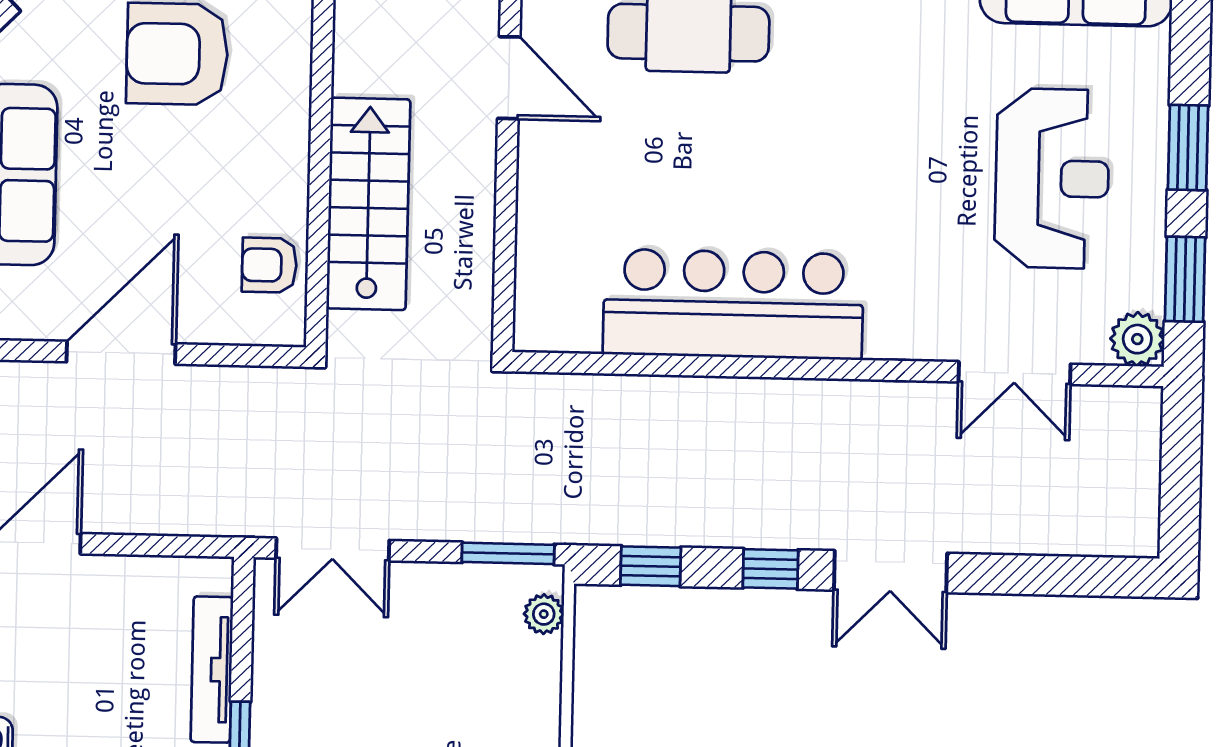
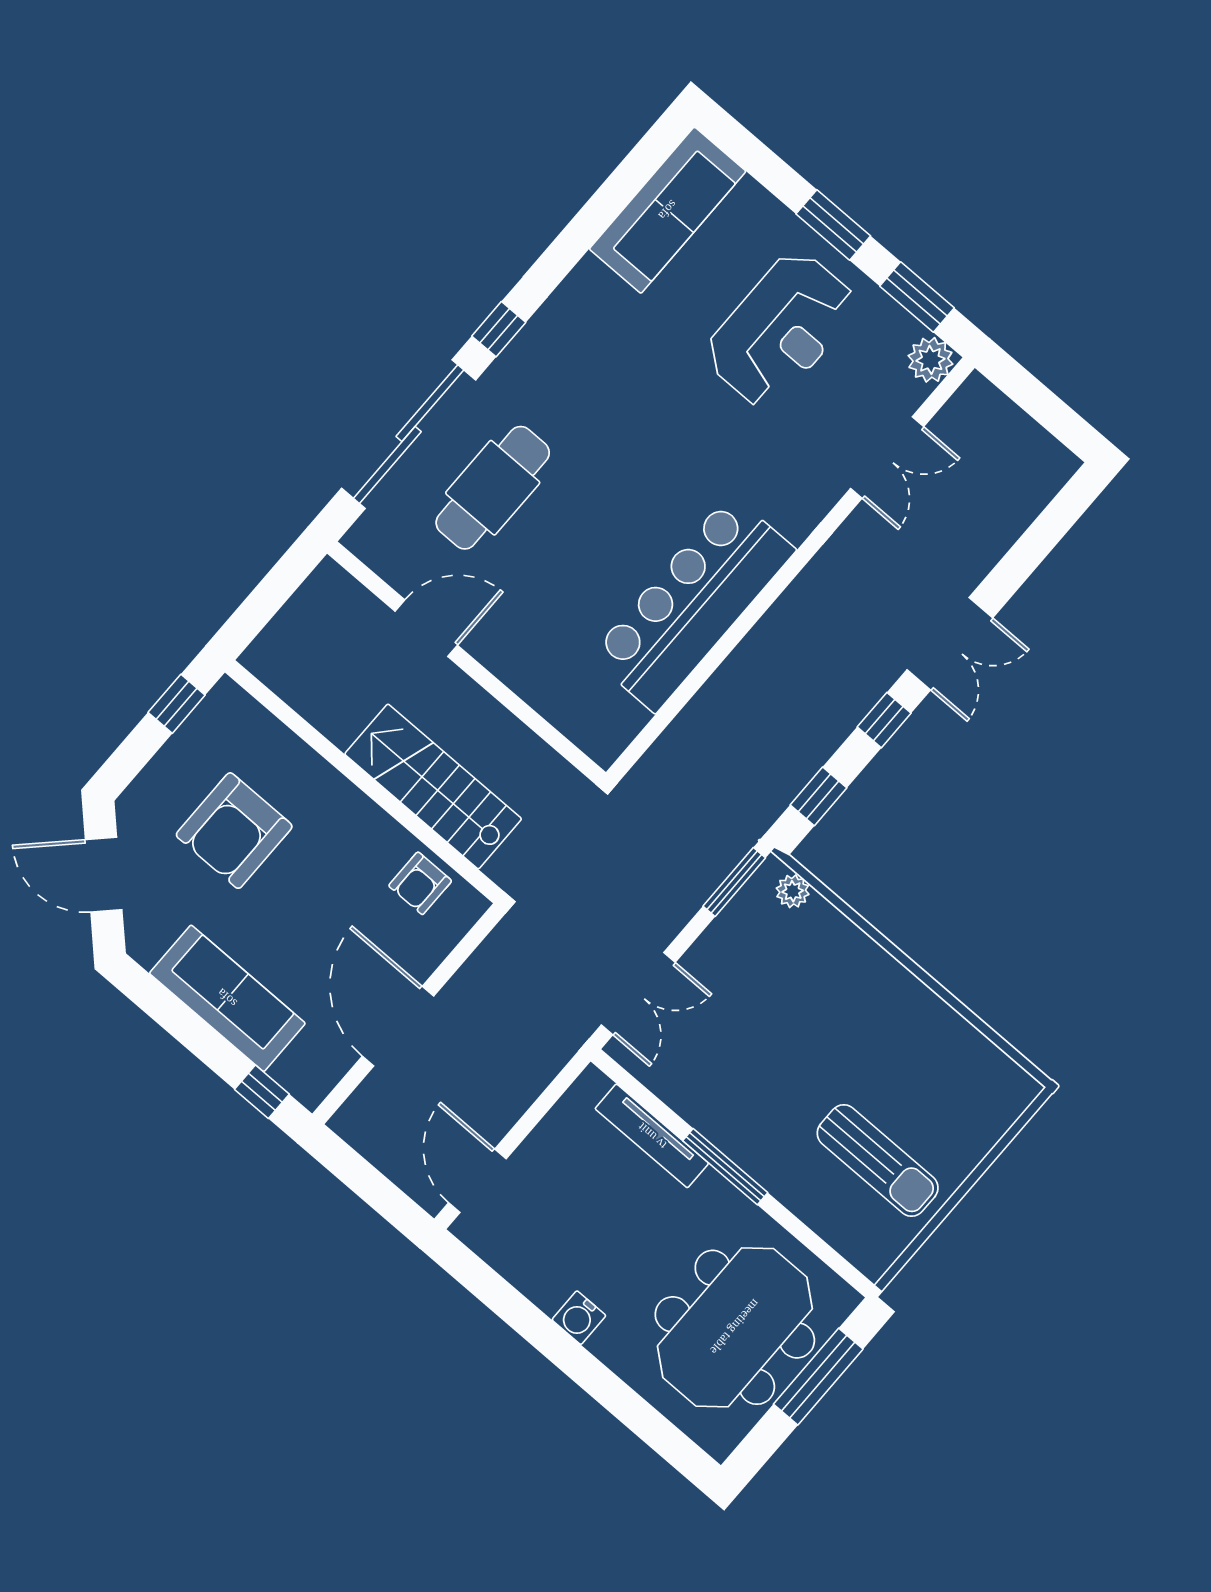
reception desk: (1052, 178) -> (781, 329), turned 90

